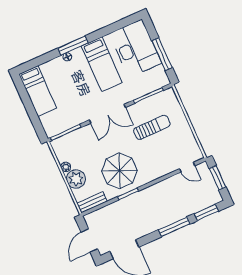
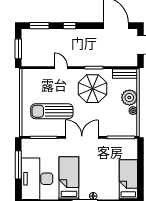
sun lounger: (152, 127) -> (52, 111), width x1.36, depth x1.34
door: (187, 167) -> (61, 68), moved
window: (174, 227) -> (69, 26), width x0.46

